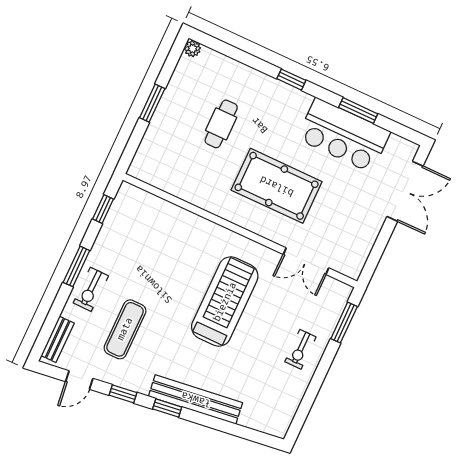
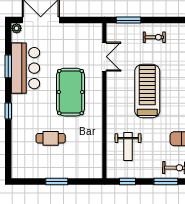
plant: (192, 49) -> (17, 28), moved
weight bench: (155, 234) -> (128, 147), added
treadmill: (225, 302) -> (147, 91), turned 90

